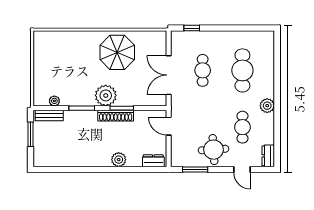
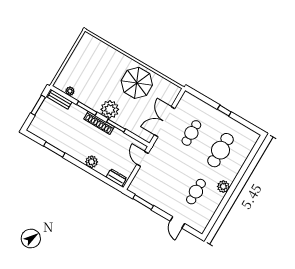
window: (192, 28) -> (224, 111), moved
shoe rack: (116, 116) -> (99, 123), moved
round table: (213, 150) -> (165, 195), removed
dresser: (268, 156) -> (202, 224), removed
window: (73, 170) -> (54, 150), added

